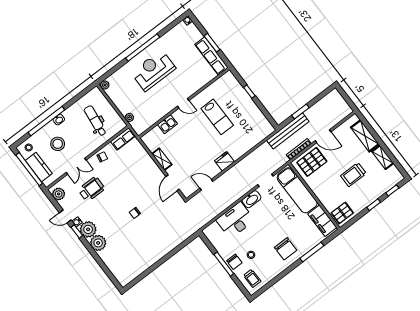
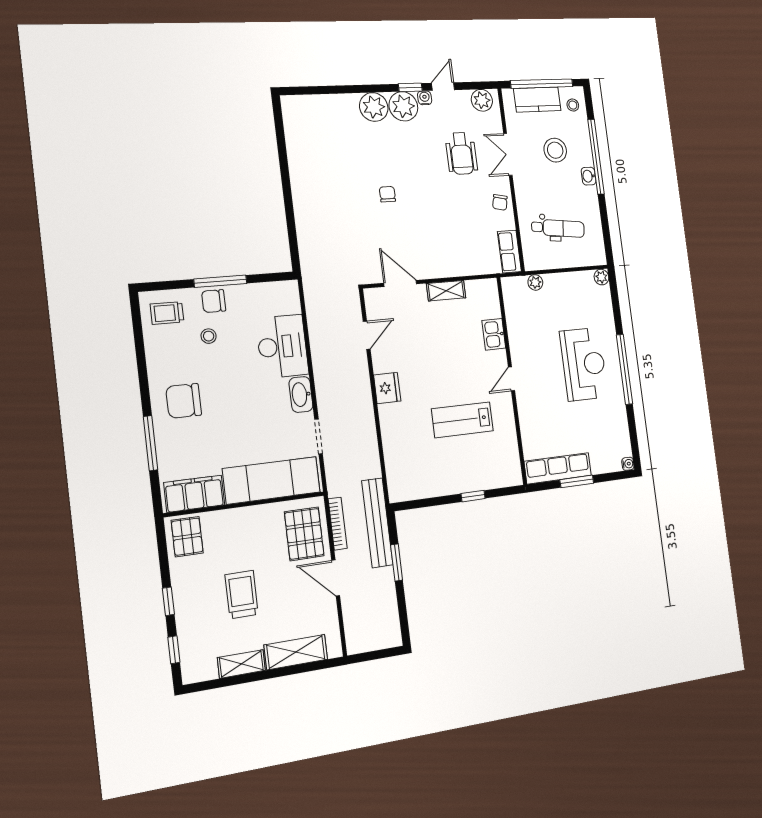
door: (323, 136) -> (336, 578), hinge flipped

